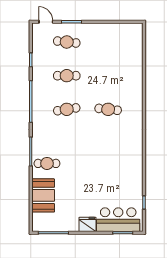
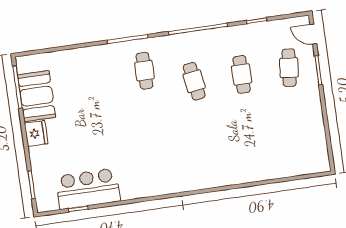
door: (46, 22) -> (313, 34), swing flipped
cafe table: (108, 109) -> (202, 140), removed
cafe table: (47, 163) -> (145, 71), moved
booth: (43, 195) -> (37, 96), moved, turned 90
bar counter: (118, 220) -> (88, 189), moved, turned -90

